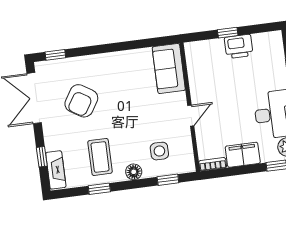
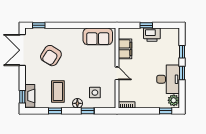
sofa: (169, 69) -> (98, 36), moved, turned -90
door: (191, 116) -> (117, 73), hinge flipped
filing cabinet: (243, 155) -> (125, 49), moved, turned 90
window: (42, 157) -> (22, 97), moved
window: (168, 180) -> (88, 111), moved

